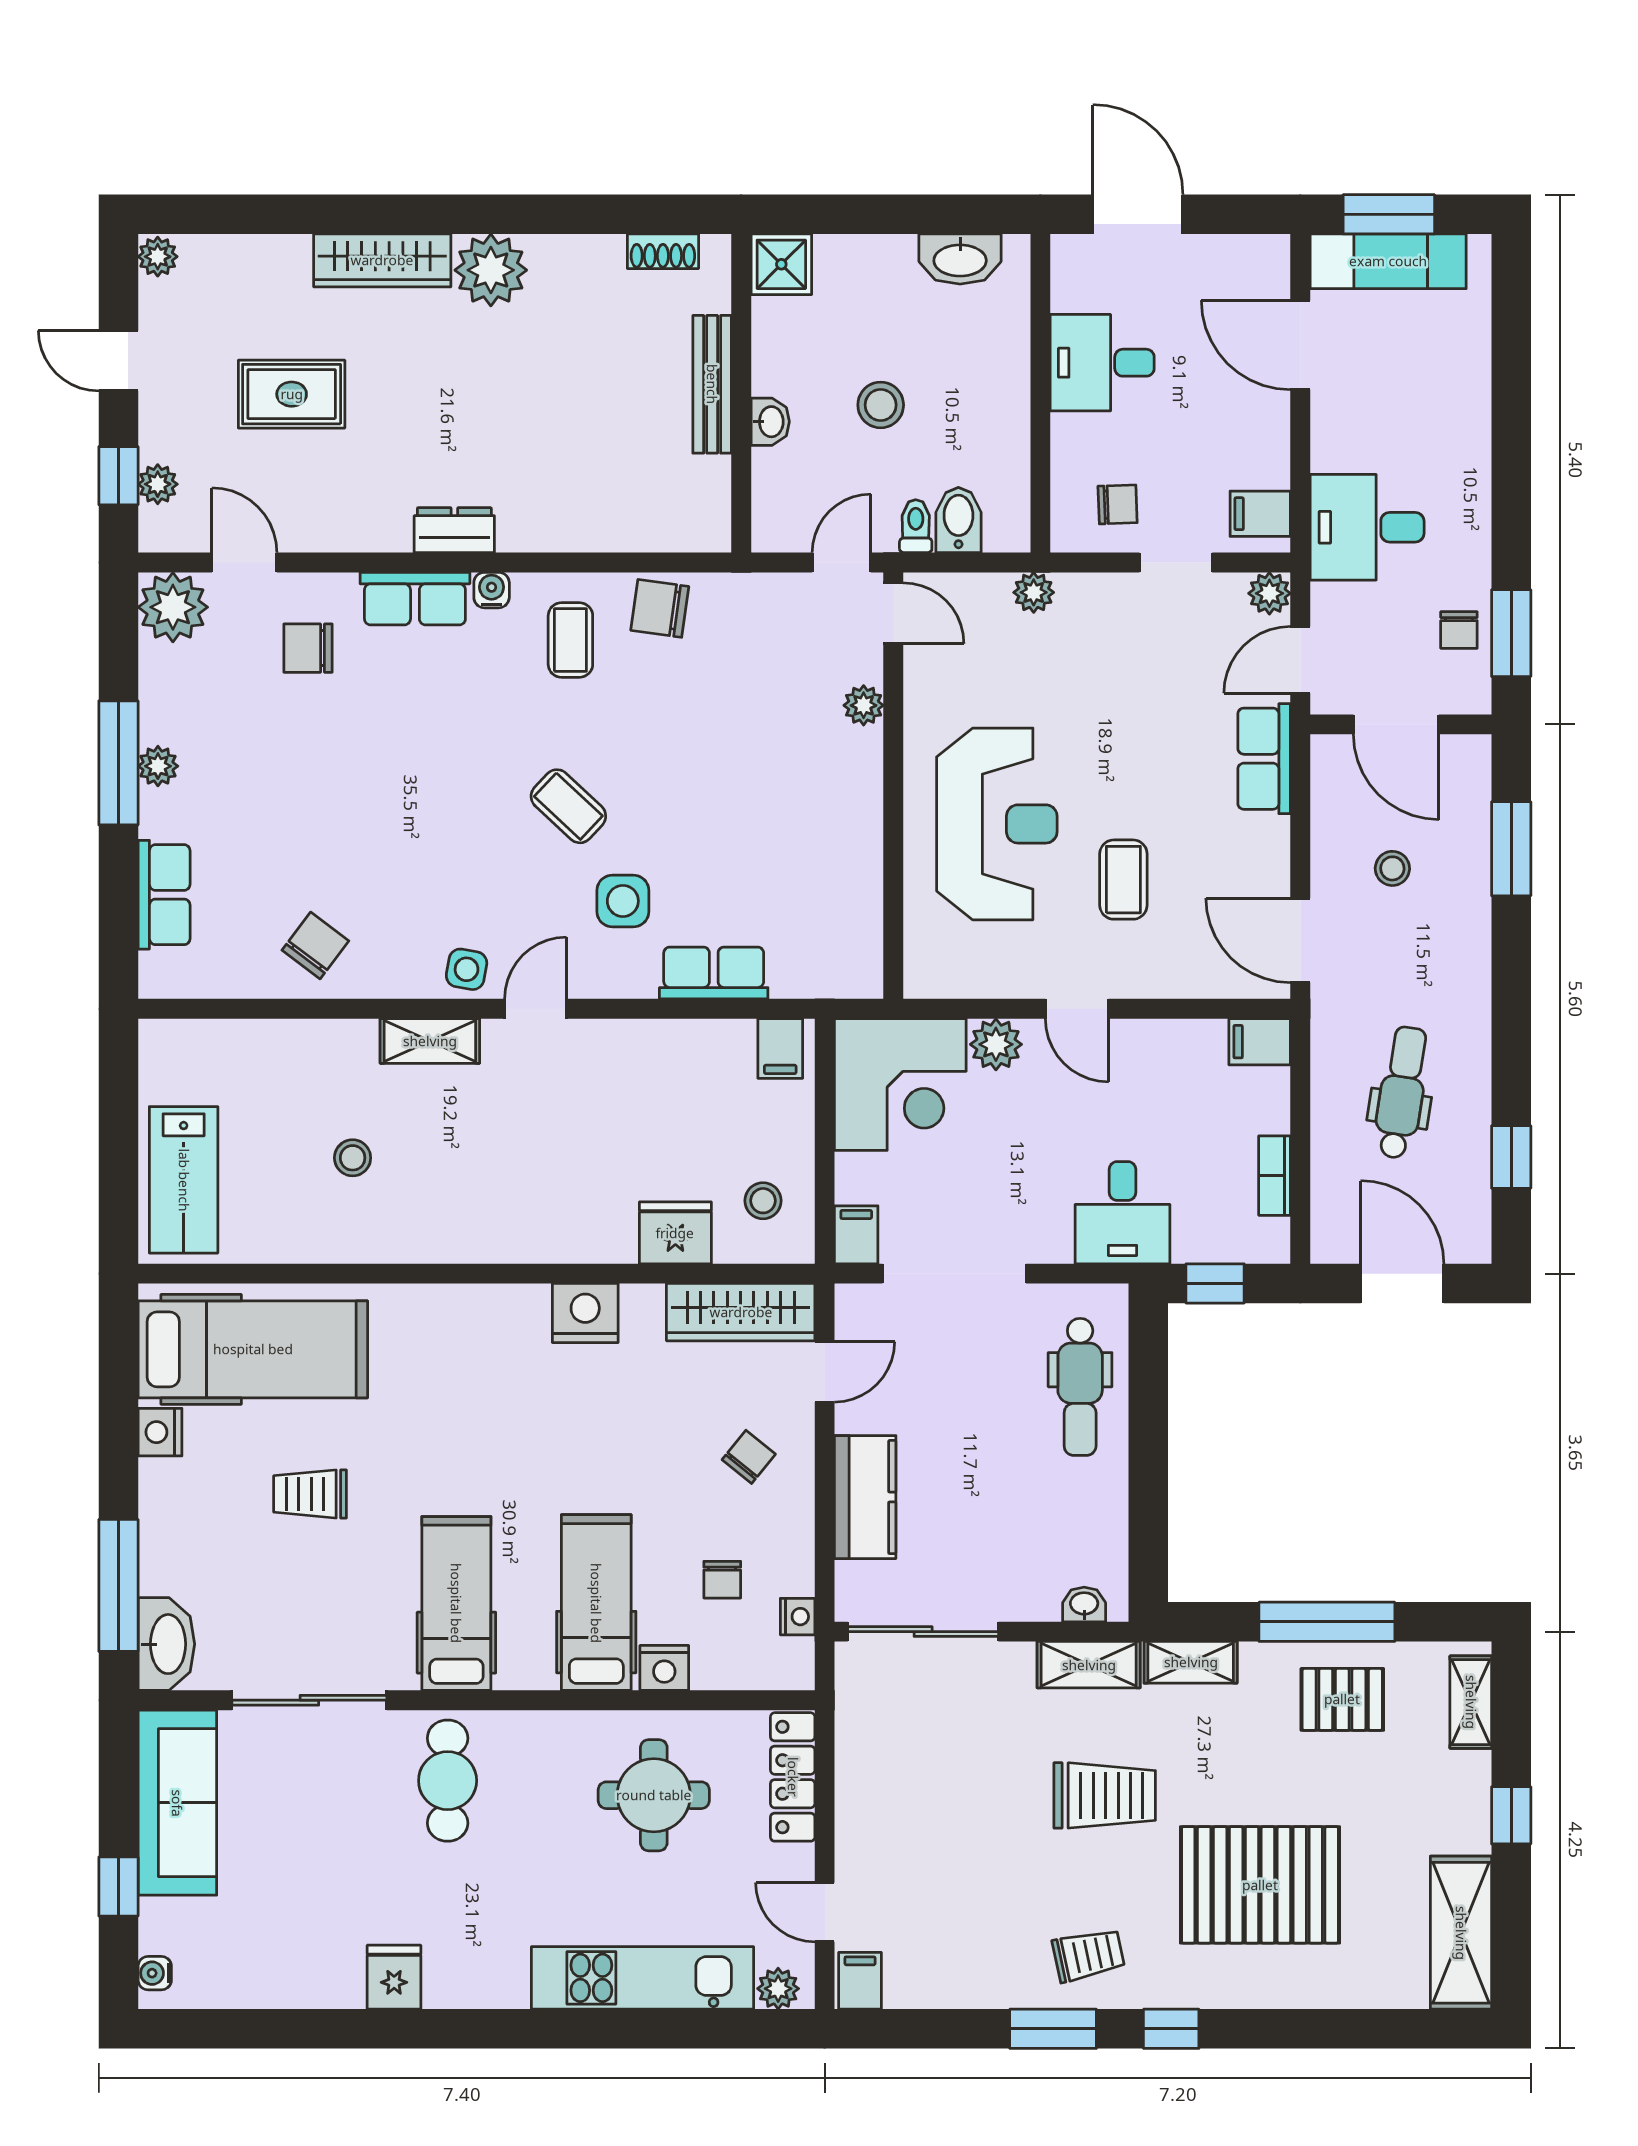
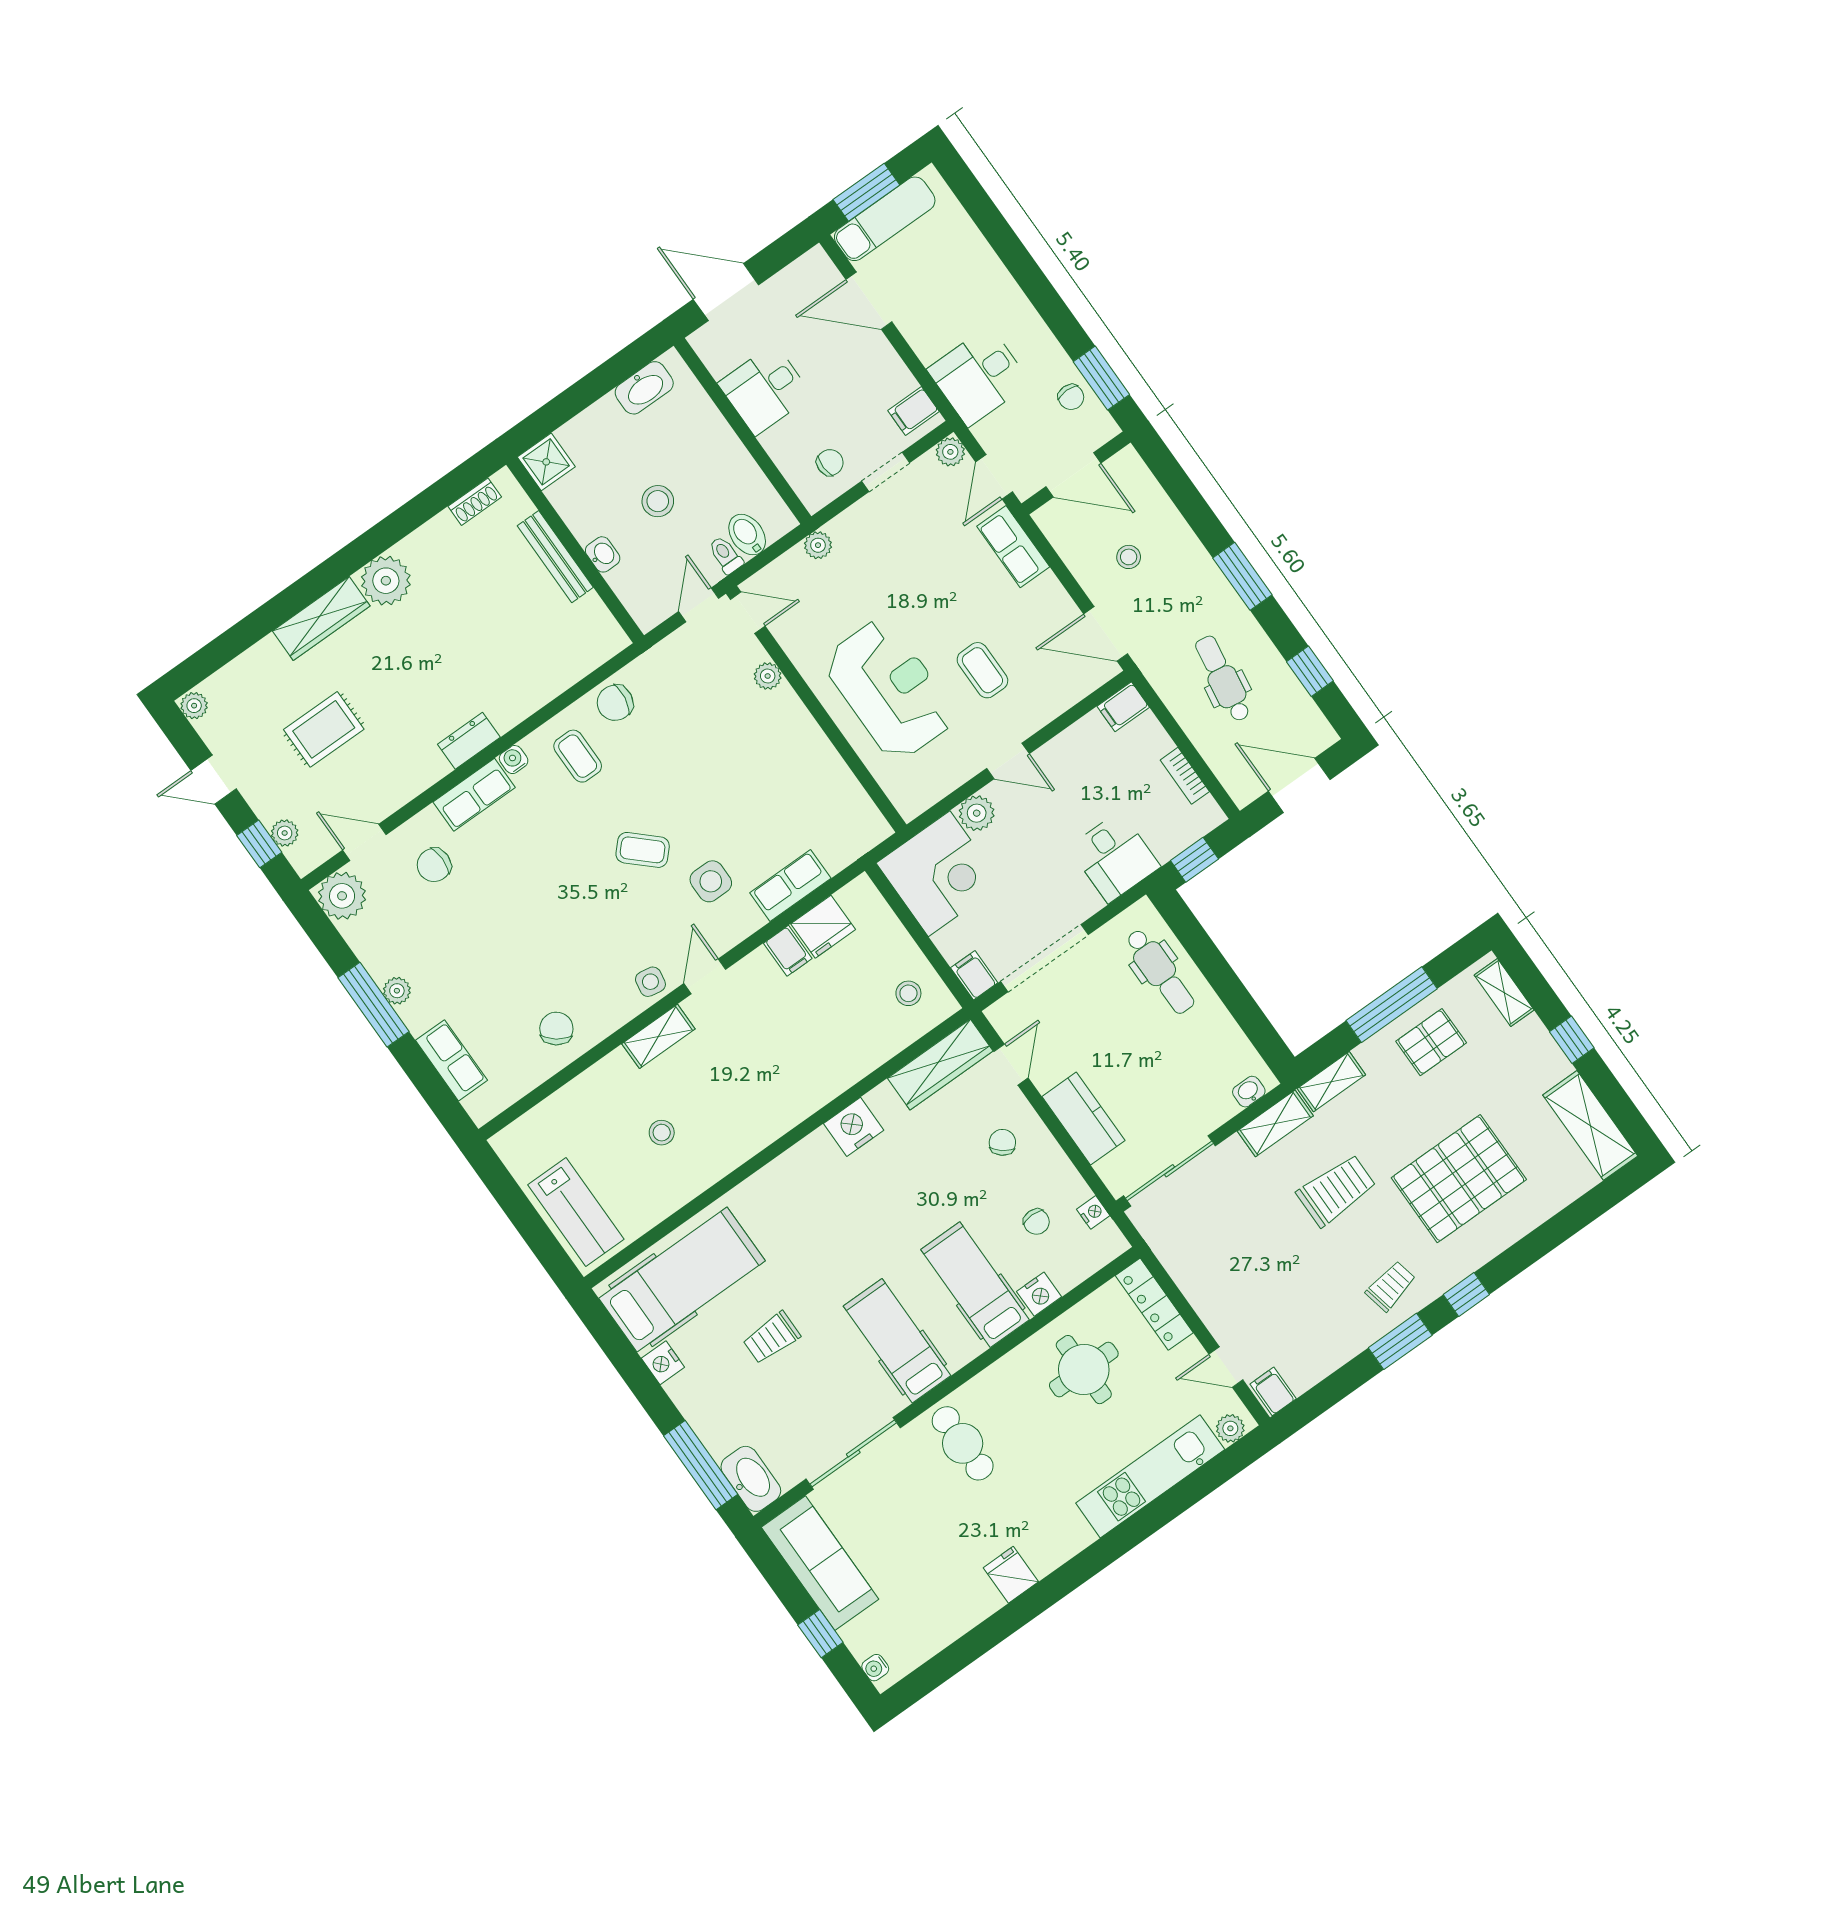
window: (1511, 849) -> (1242, 576), moved
filing cabinet: (780, 1048) -> (788, 951), moved
fridge: (675, 1233) -> (823, 927), moved, turned 180

